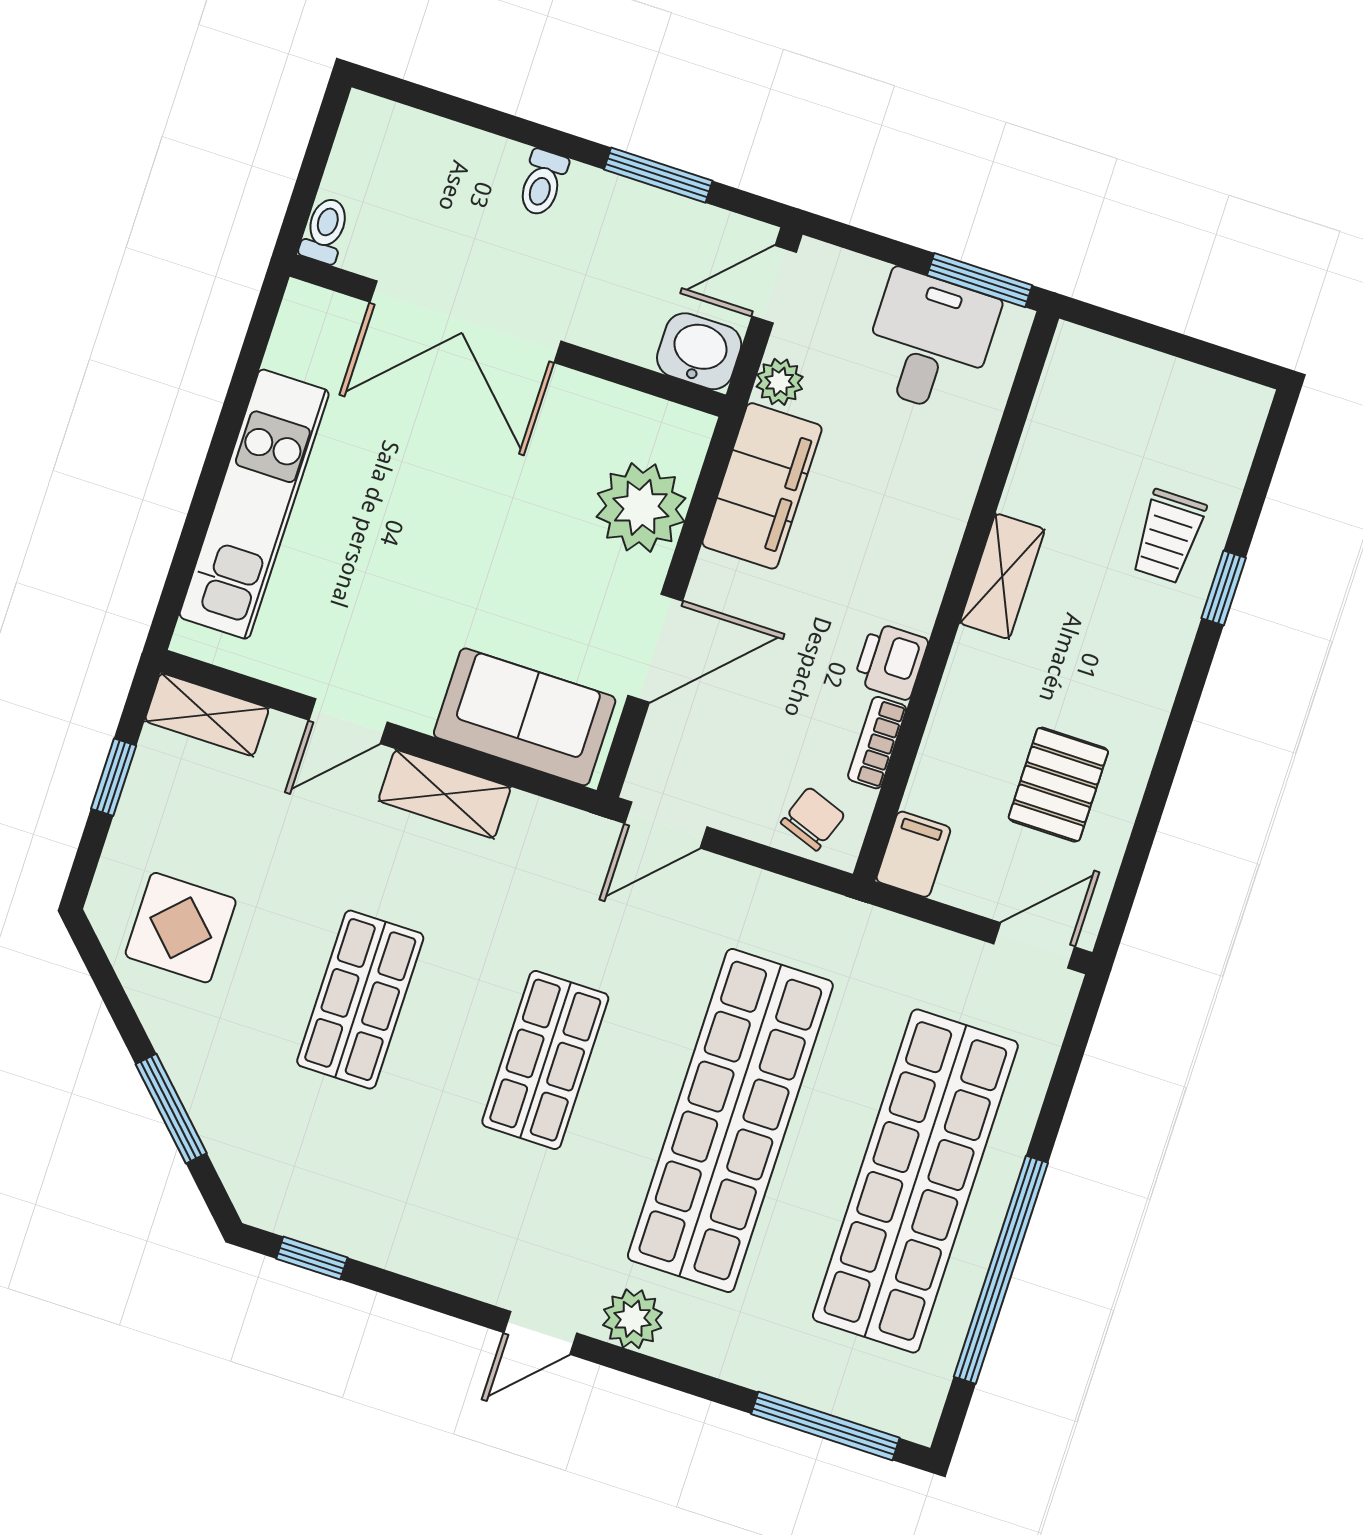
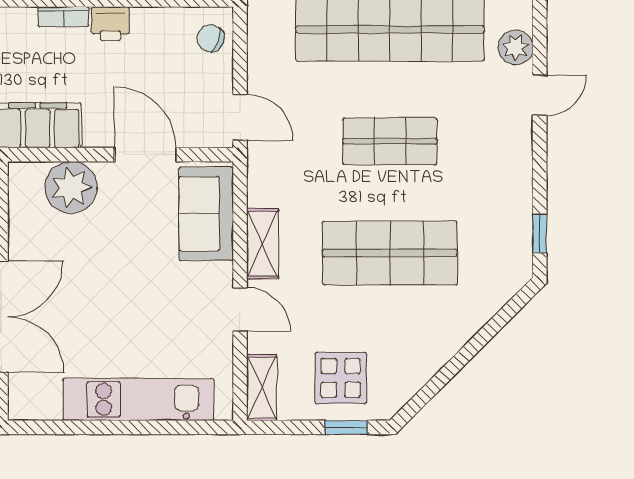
bookcase: (877, 743) -> (63, 17), moved
window: (114, 777) -> (346, 427), moved
display table: (181, 928) -> (341, 378), moved
shop shelf: (360, 1000) -> (390, 253), width x1.43, depth x1.36
window: (171, 1109) -> (483, 337), removed
door: (540, 1333) -> (540, 95), hinge flipped

